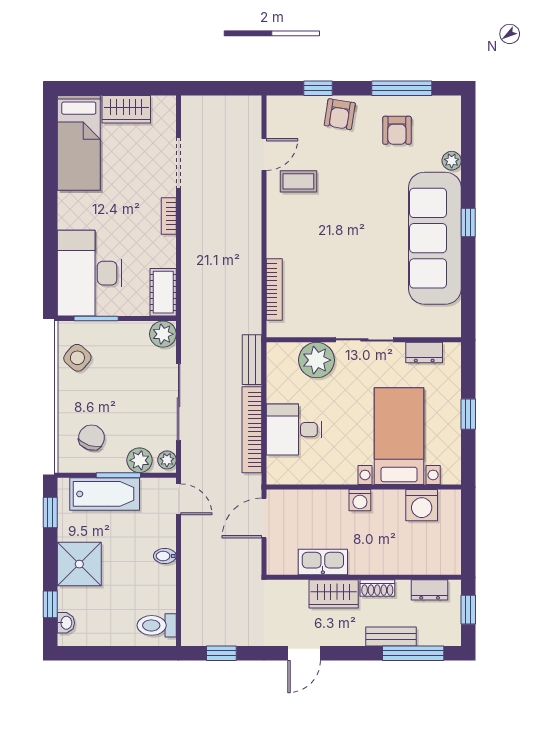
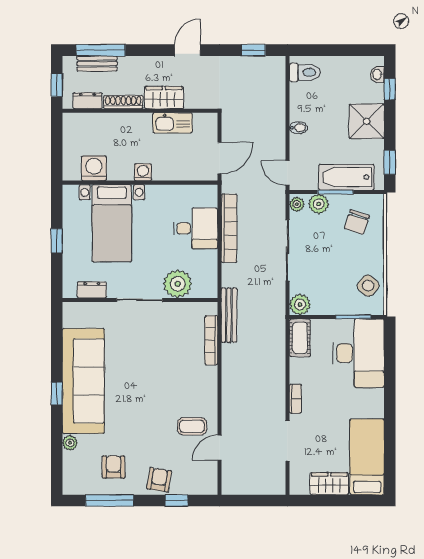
bench: (252, 360) -> (229, 315), moved, width x1.36
shoe rack: (377, 588) -> (123, 102), width x1.43
bench: (391, 637) -> (97, 64), moved

